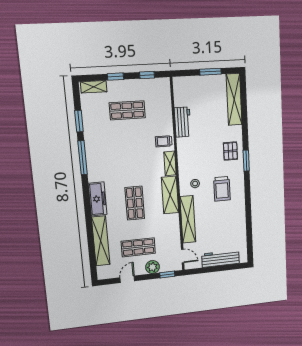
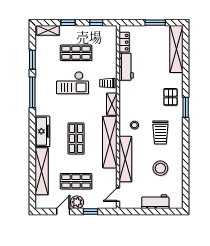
locker: (179, 95) -> (124, 42), added
checkout: (126, 144) -> (72, 83), added
shelving: (170, 195) -> (110, 142), width x1.47
stool: (224, 225) -> (160, 168), added
door: (183, 256) -> (118, 195), swing flipped
workbench: (221, 259) -> (155, 202), width x0.73
plant: (152, 267) -> (77, 202), moved
window: (167, 275) -> (91, 211), moved

